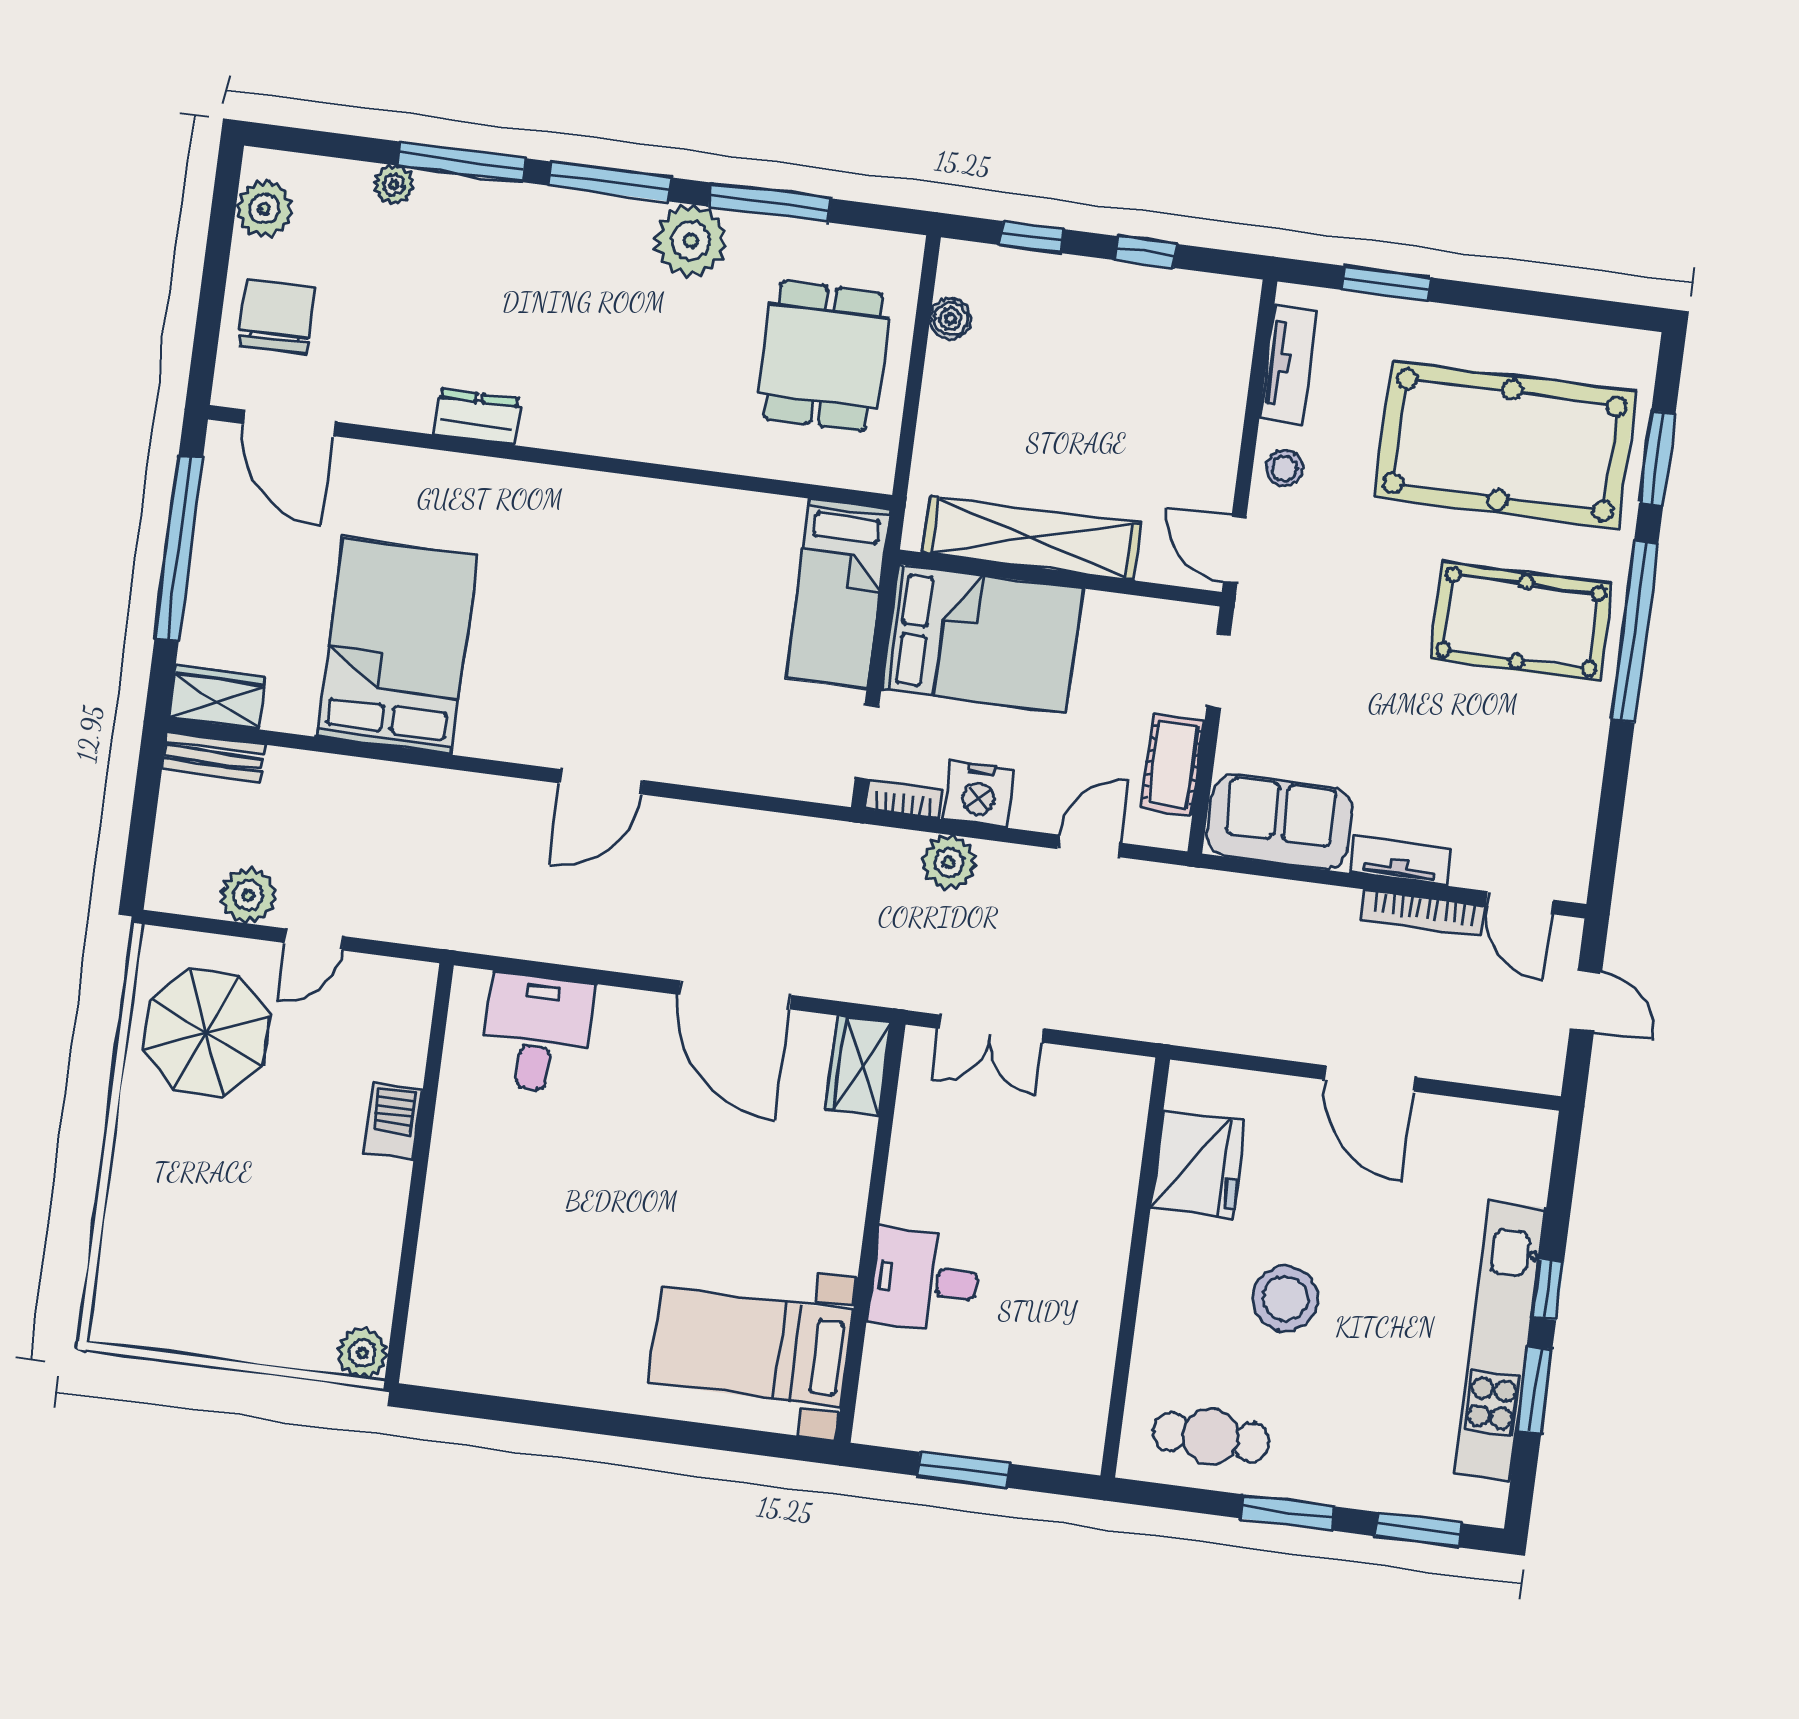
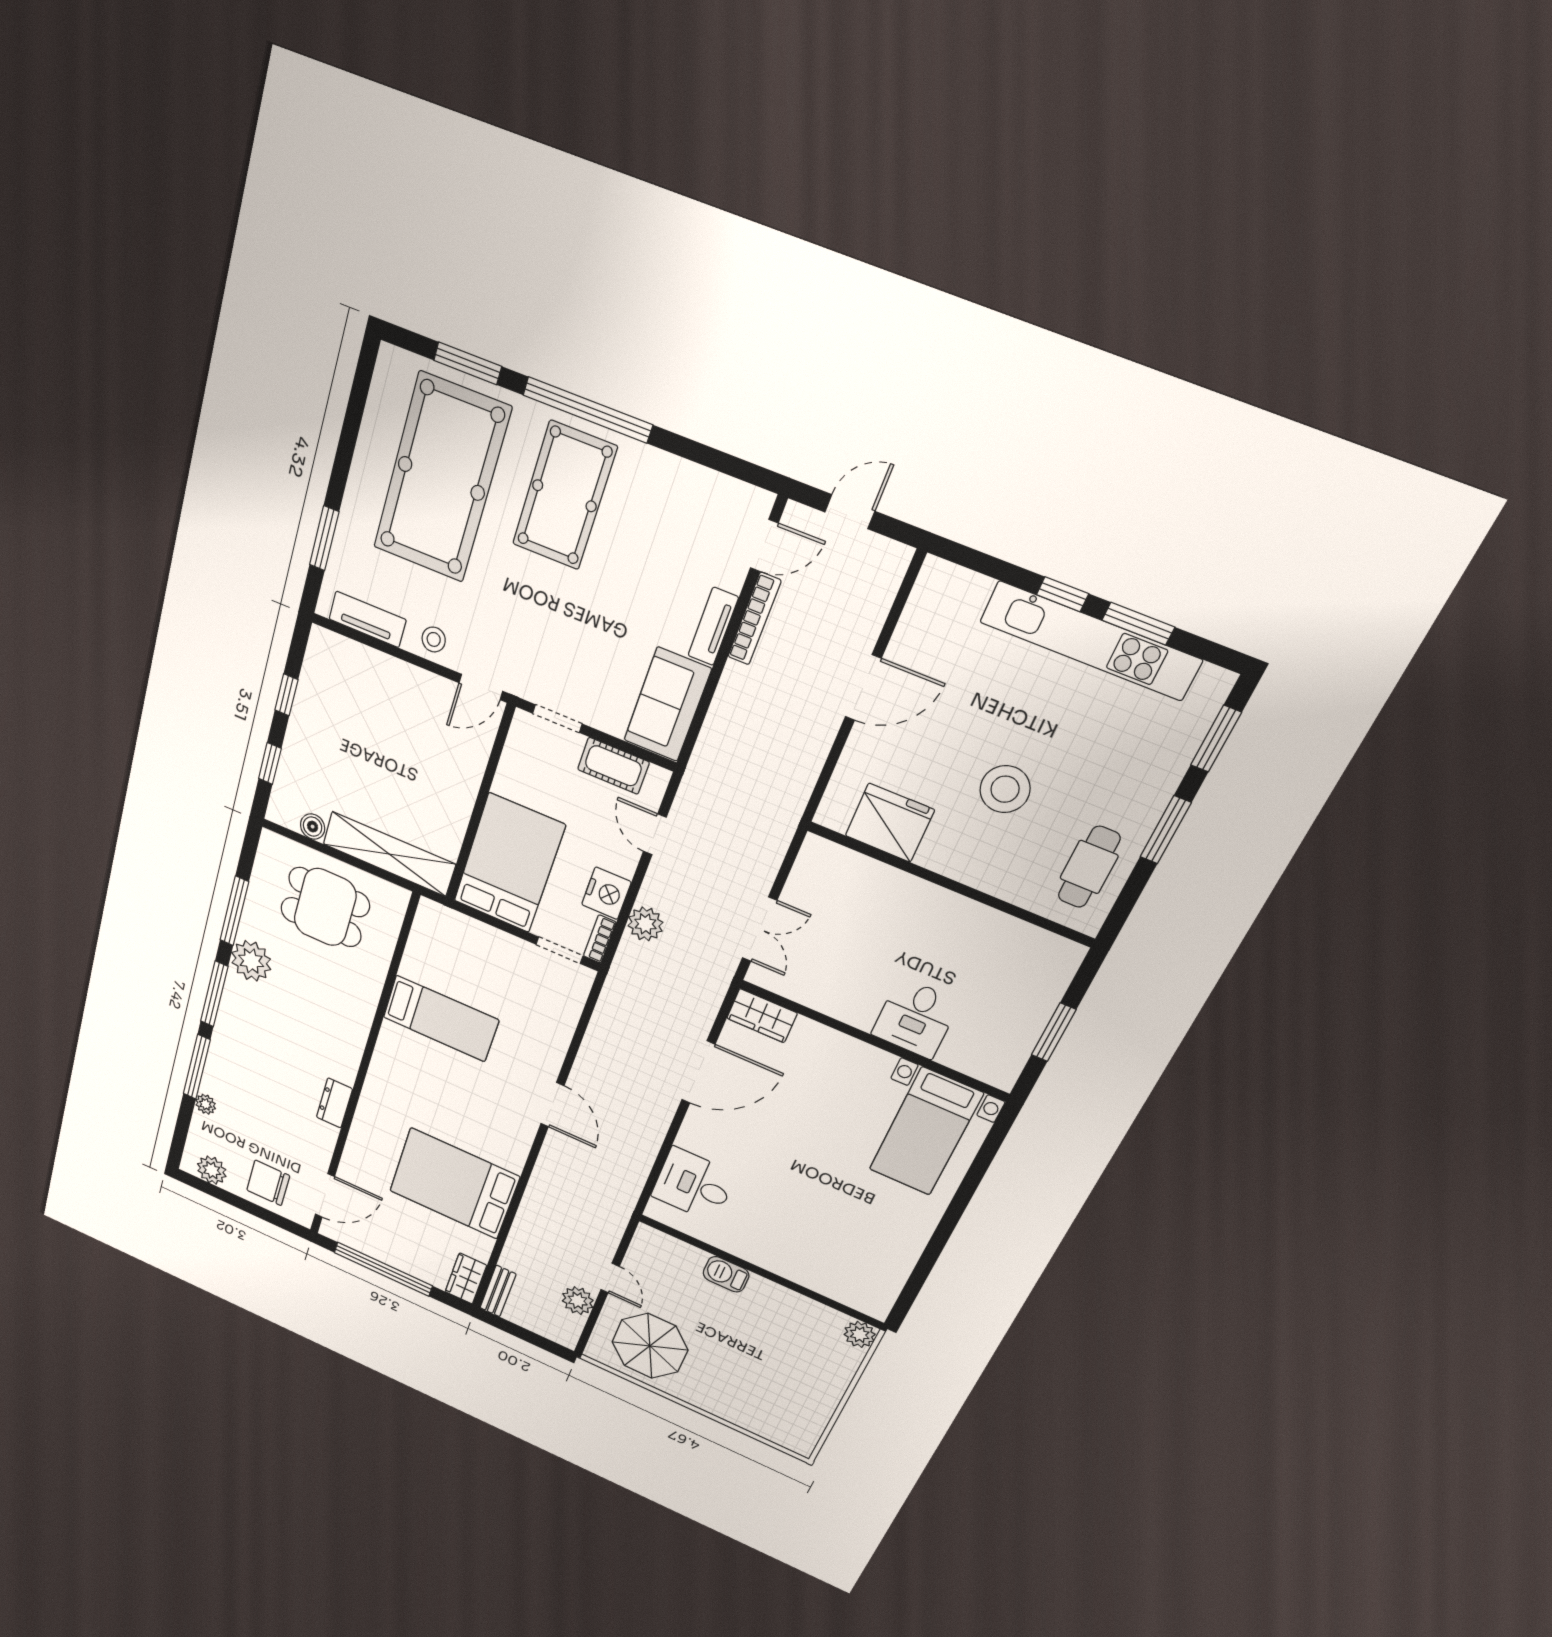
shelving: (1032, 538) -> (389, 854), moved, turned 90
bed: (838, 594) -> (441, 1019), moved

